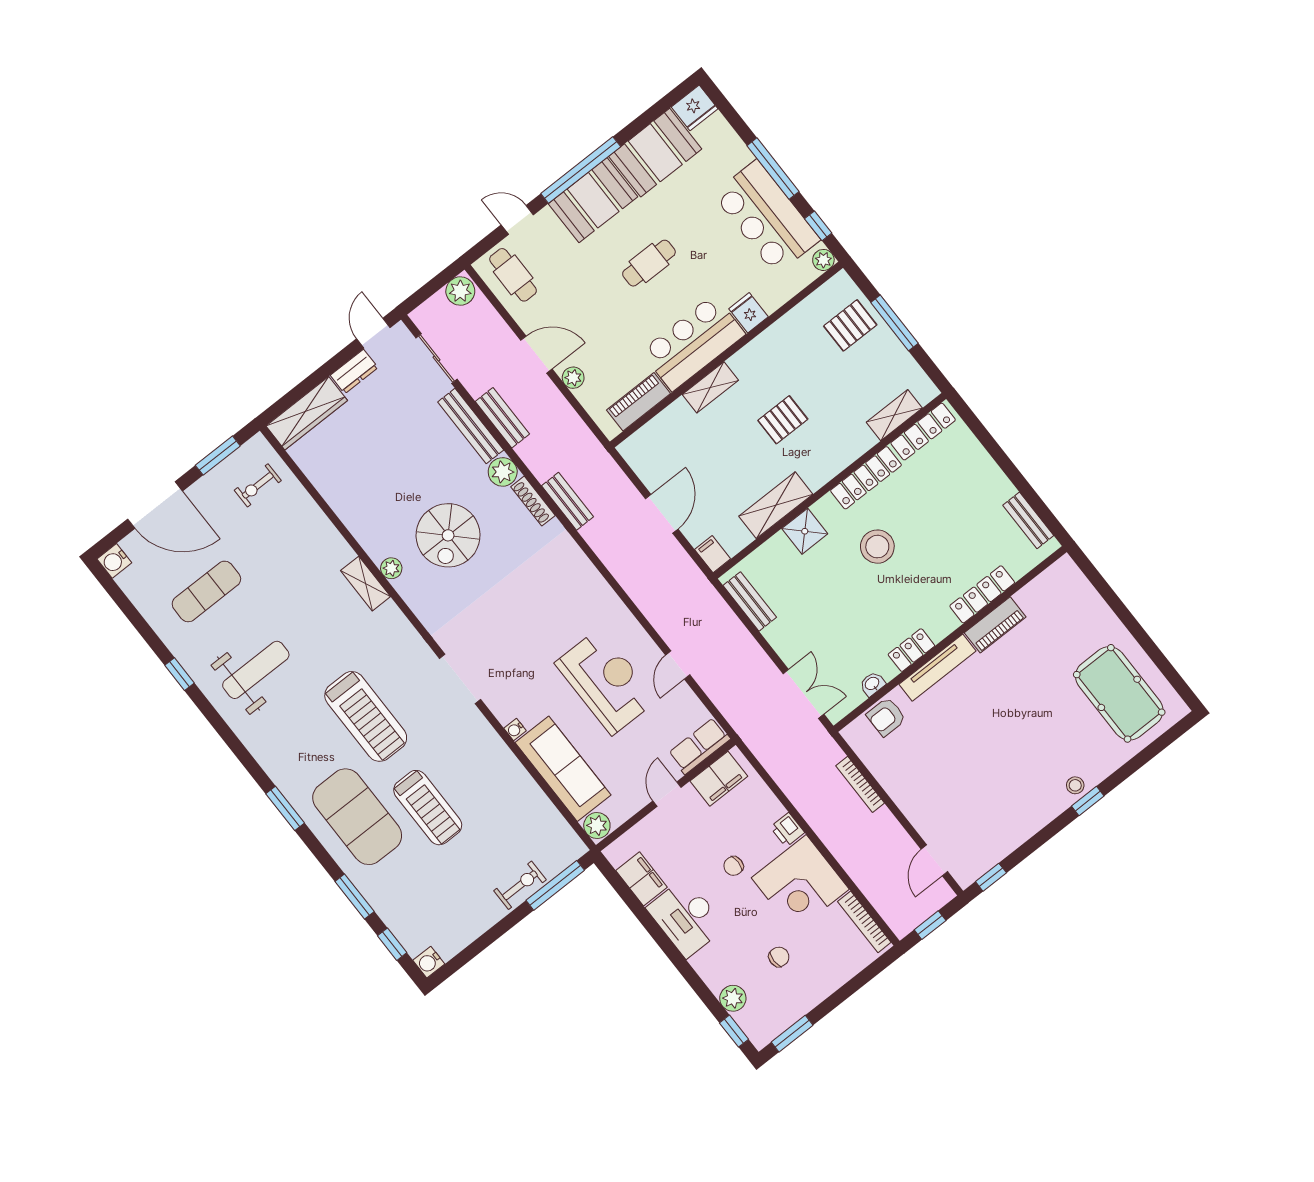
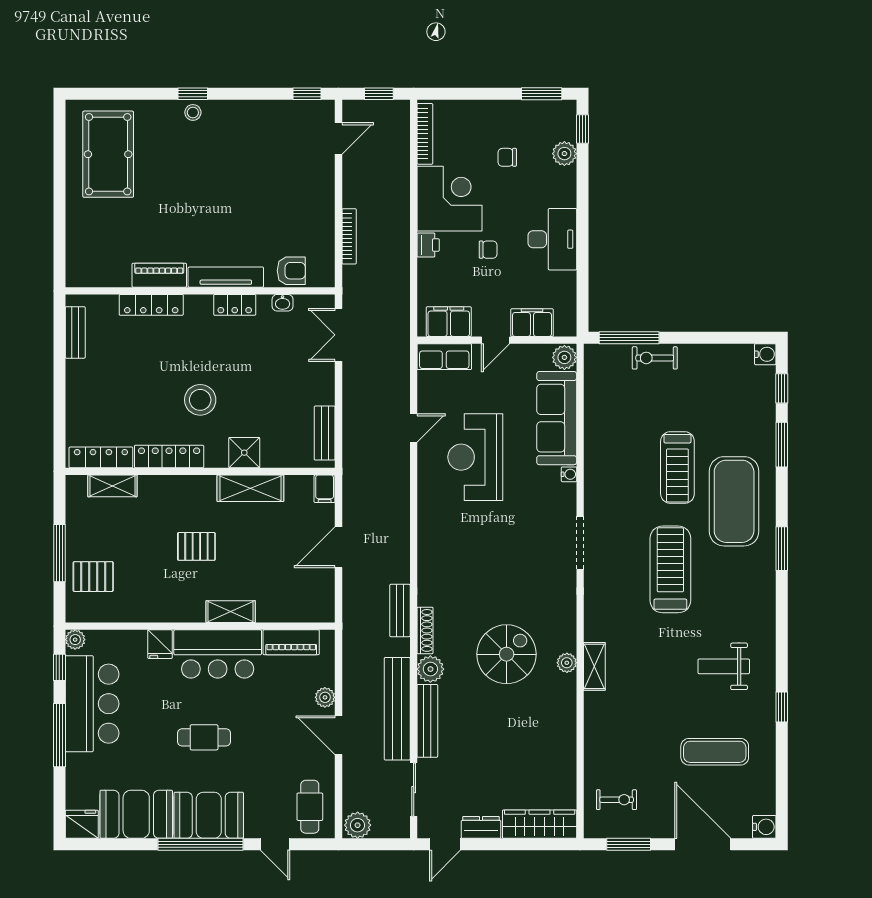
bench: (502, 418) -> (397, 709), width x1.86, depth x1.21
weight bench: (256, 670) -> (724, 666), width x0.73, depth x0.75
treadmill: (428, 808) -> (677, 467), turned 180
filing cabinet: (642, 879) -> (532, 323), moved, turned 90

